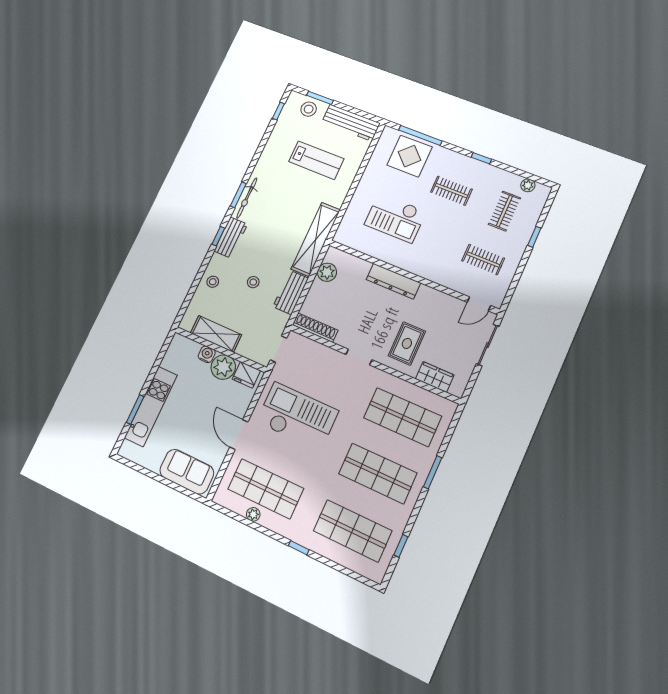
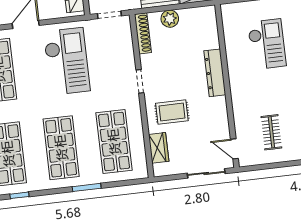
checkout: (395, 218) -> (267, 44), turned 180
plant: (327, 272) -> (170, 19), moved

